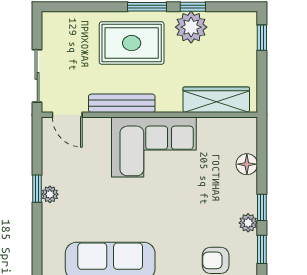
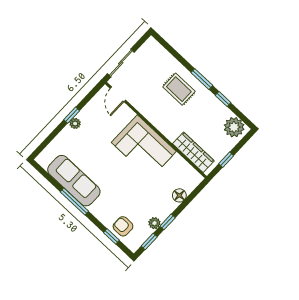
plant: (191, 27) -> (234, 127), moved
window: (262, 38) -> (226, 160), moved
rug: (132, 43) -> (179, 89), width x0.73, depth x0.70
bench: (122, 103) -> (148, 113), removed

